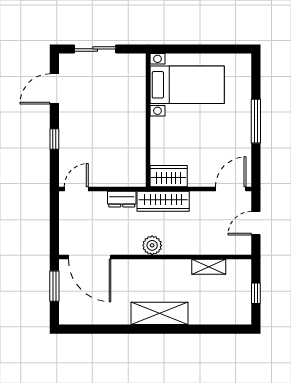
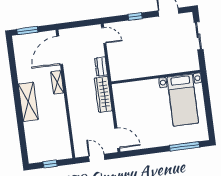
window: (256, 121) -> (184, 146), moved
wardrobe: (169, 176) -> (120, 96), removed
plant: (152, 245) -> (73, 91), removed
shelving: (209, 267) -> (57, 82), moved
window: (54, 286) -> (27, 31), moved

